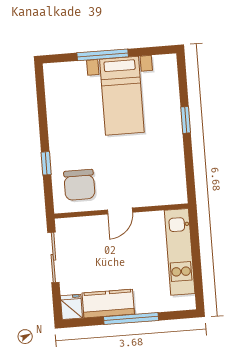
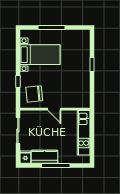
bed with nightstands: (122, 96) -> (40, 55), moved, turned -90
chair: (79, 185) -> (34, 94), turned 84
door: (120, 211) -> (54, 109), hinge flipped

